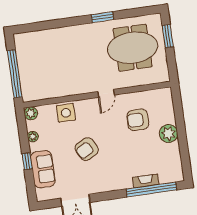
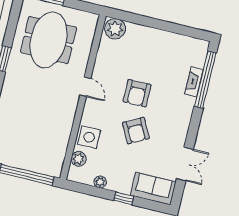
plant: (31, 113) -> (79, 159), moved
armchair: (138, 120) -> (137, 93), moved
plant: (169, 134) -> (115, 29), moved
sofa: (43, 169) -> (153, 189), moved

